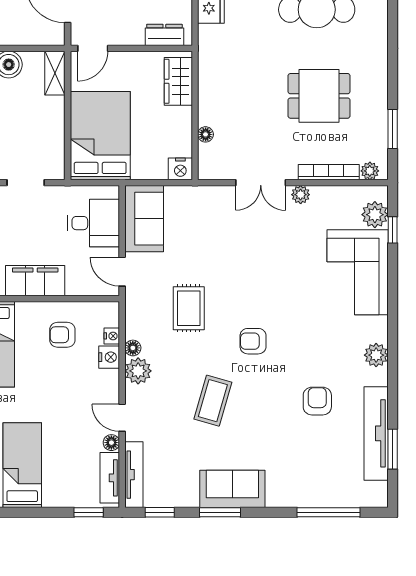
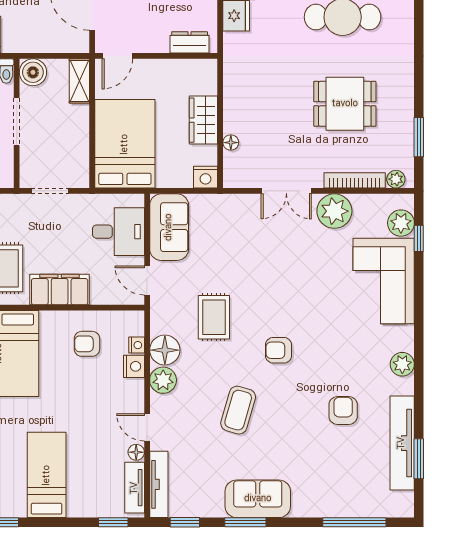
wardrobe: (178, 81) -> (203, 120), moved
plant: (301, 195) -> (334, 211), width x1.88, depth x1.88
floor lamp: (133, 348) -> (165, 350), width x1.89, depth x1.89

